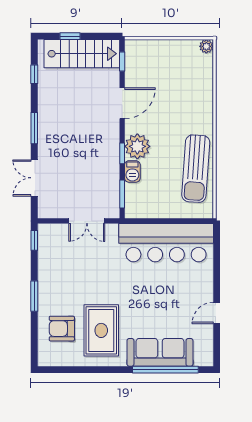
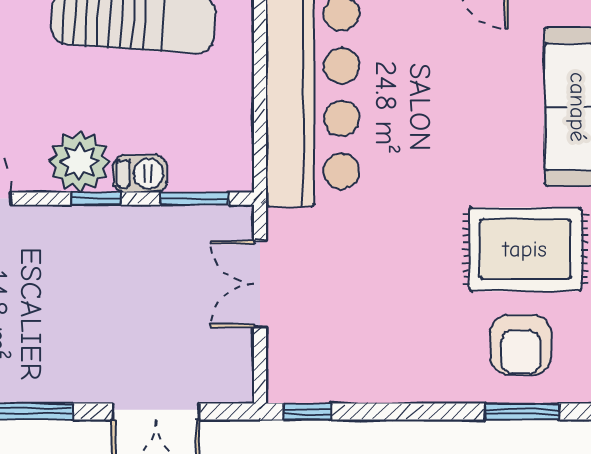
double door: (87, 221) -> (260, 284), swing flipped
window: (34, 296) -> (522, 412), moved

